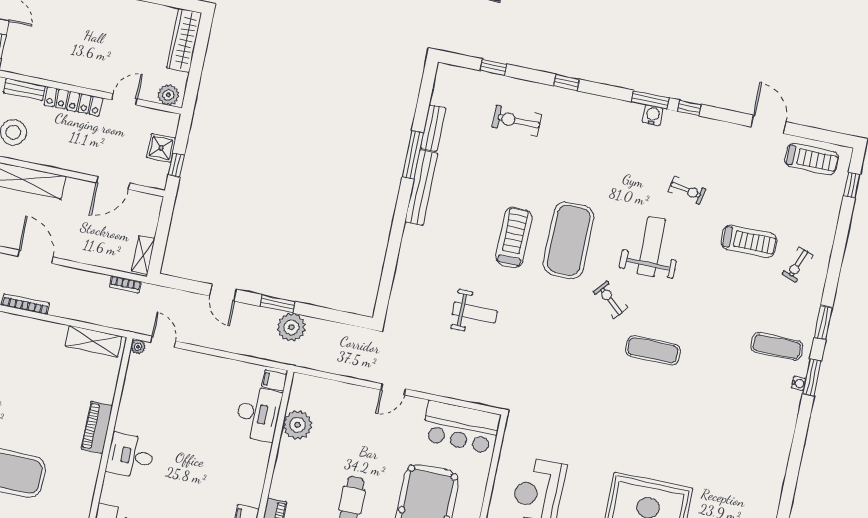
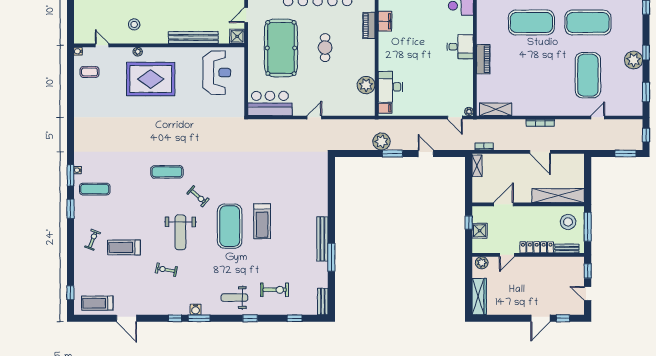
bench: (433, 128) -> (323, 302), moved
weight bench: (475, 313) -> (234, 298), moved

